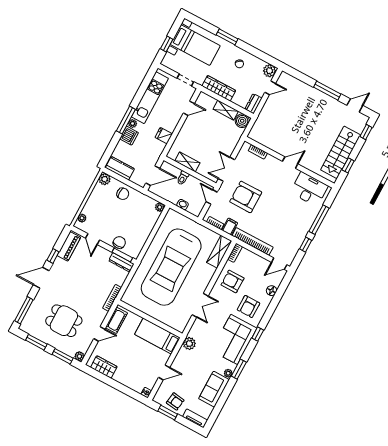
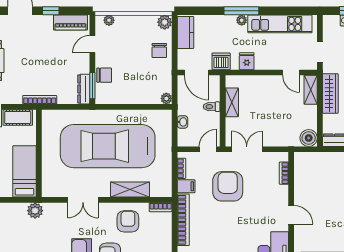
shelving: (226, 110) -> (311, 90), moved
dishwasher: (129, 136) -> (221, 61), moved, turned 180
shelving: (219, 252) -> (130, 190), moved

